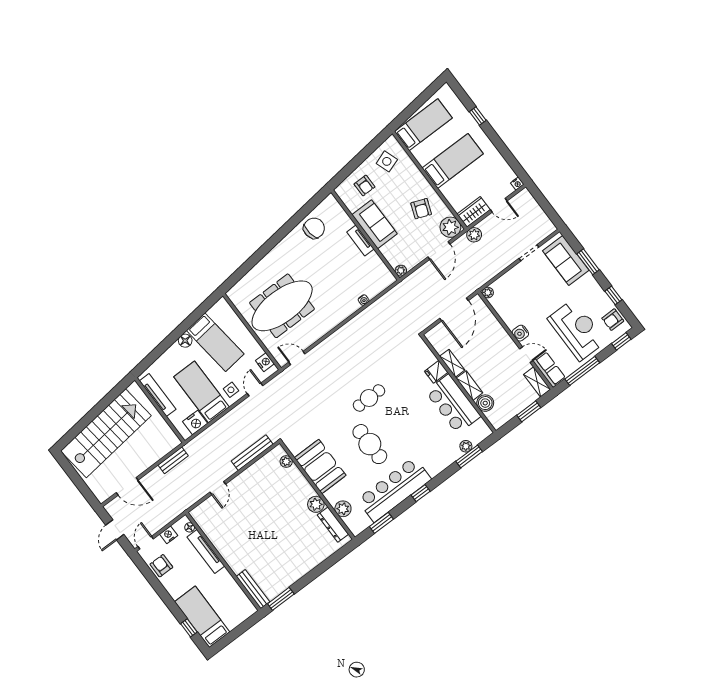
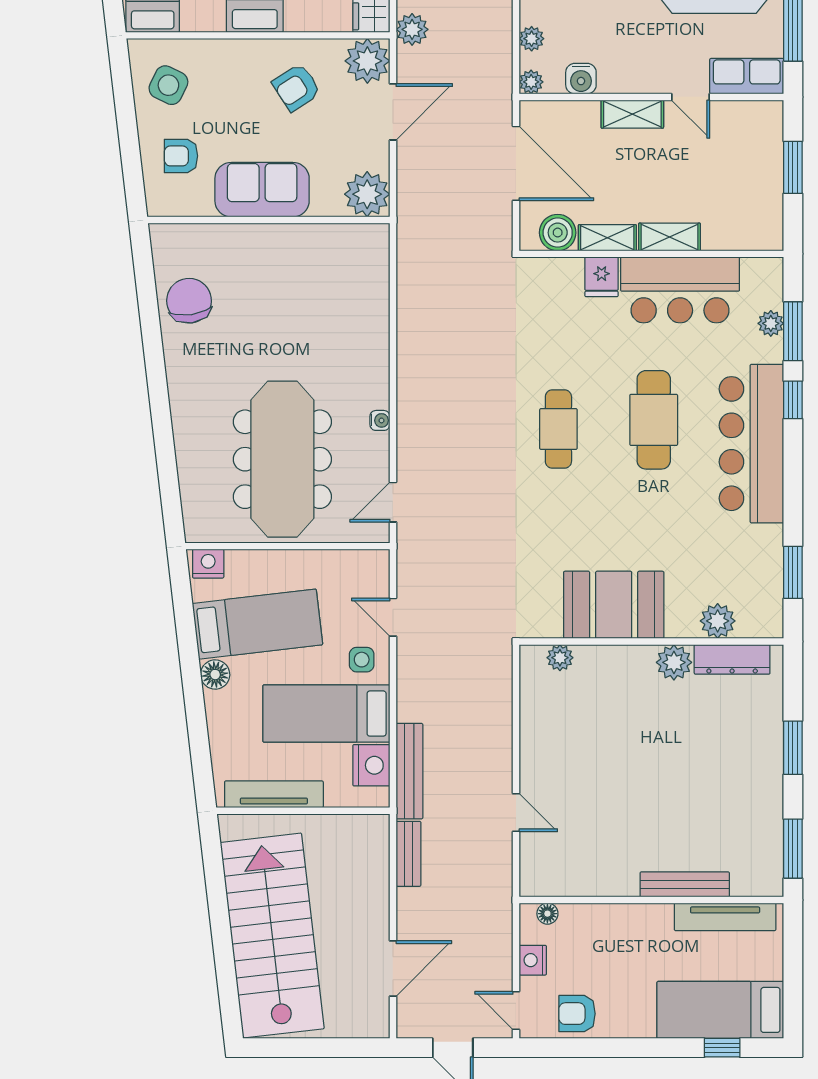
side table: (387, 161) -> (168, 85), turned 45
armchair: (364, 185) -> (181, 156), turned 180
armchair: (421, 209) -> (296, 87), turned 126
tv unit: (360, 240) -> (272, 236), removed
door: (439, 250) -> (393, 112), hinge flipped
plant: (401, 271) -> (367, 194), width x1.88, depth x1.88
plant: (504, 281) -> (532, 39), added
water cooler: (364, 300) -> (380, 420), moved
water cooler: (520, 333) -> (581, 79), moved
door: (526, 355) -> (691, 97), swing flipped
nightstand: (265, 362) -> (208, 564), moved
shelving: (537, 382) -> (632, 114), moved
boiler: (485, 403) -> (558, 233), moved
cafe table: (370, 444) -> (654, 420), moved, turned 90
bench: (252, 453) -> (409, 771), moved
bar counter: (394, 489) -> (751, 444), moved
window: (421, 493) -> (793, 400), moved
tv unit: (206, 551) -> (725, 917), moved
window: (318, 571) -> (793, 748), added
bench: (253, 589) -> (685, 884), moved

